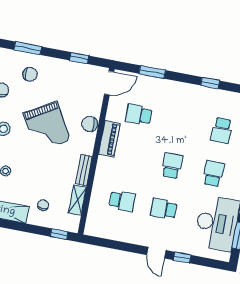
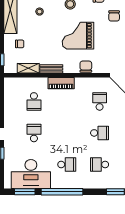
grand piano: (47, 127) -> (78, 36), turned 30
piano: (109, 139) -> (61, 83), moved
school desk: (172, 166) -> (100, 133), moved

